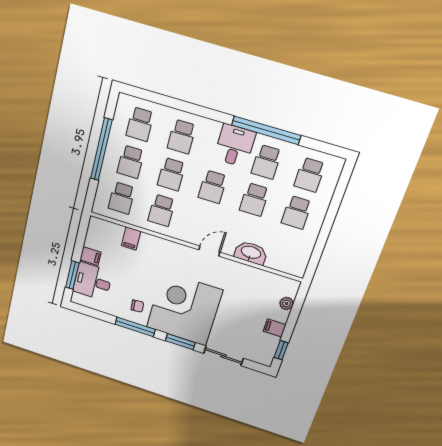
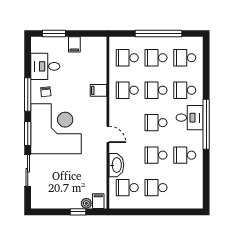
window: (266, 130) -> (206, 124), moved
desk: (235, 146) -> (190, 118), moved
school desk: (310, 175) -> (127, 188), moved
filing cabinet: (131, 238) -> (99, 90), moved
desk: (93, 281) -> (45, 66), moved, turned -90
filing cabinet: (275, 328) -> (98, 201), moved
window: (281, 350) -> (78, 212), moved

